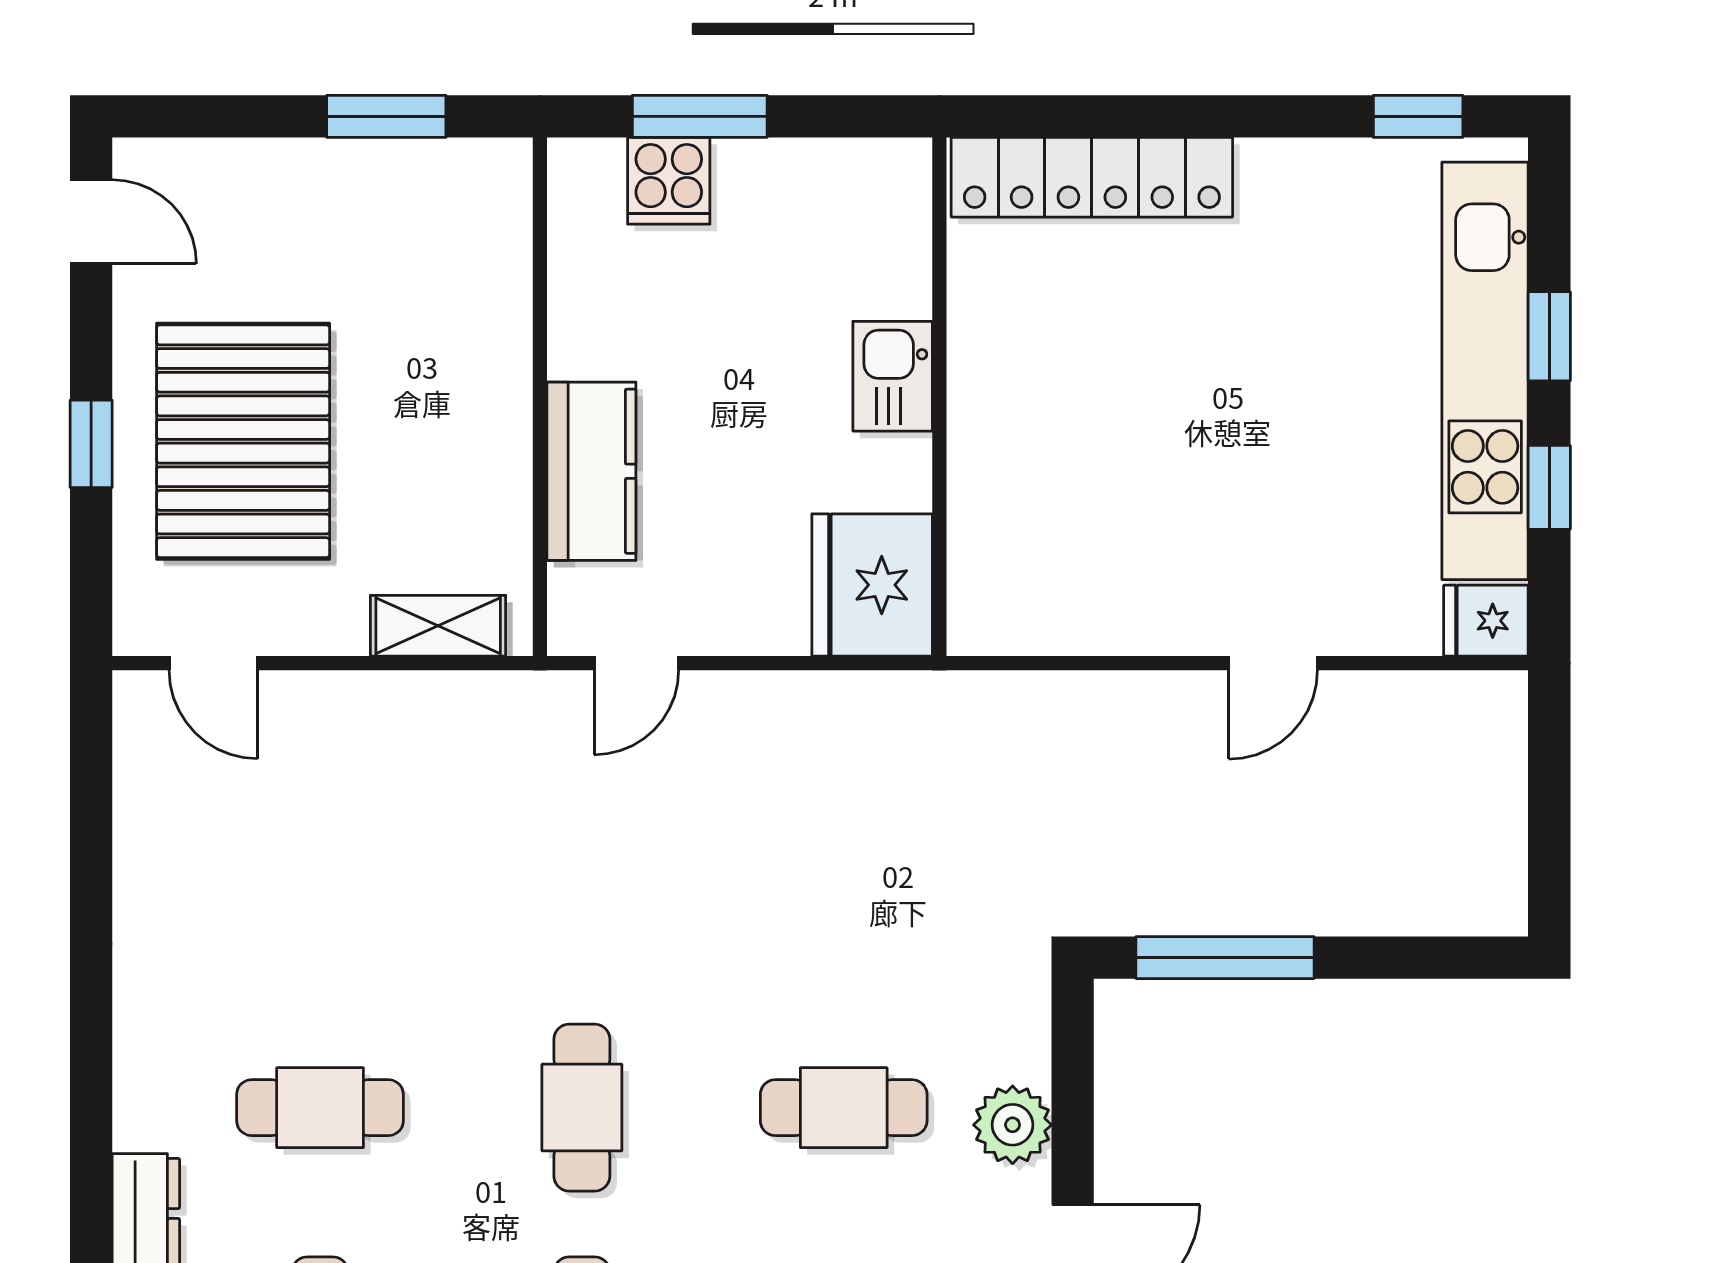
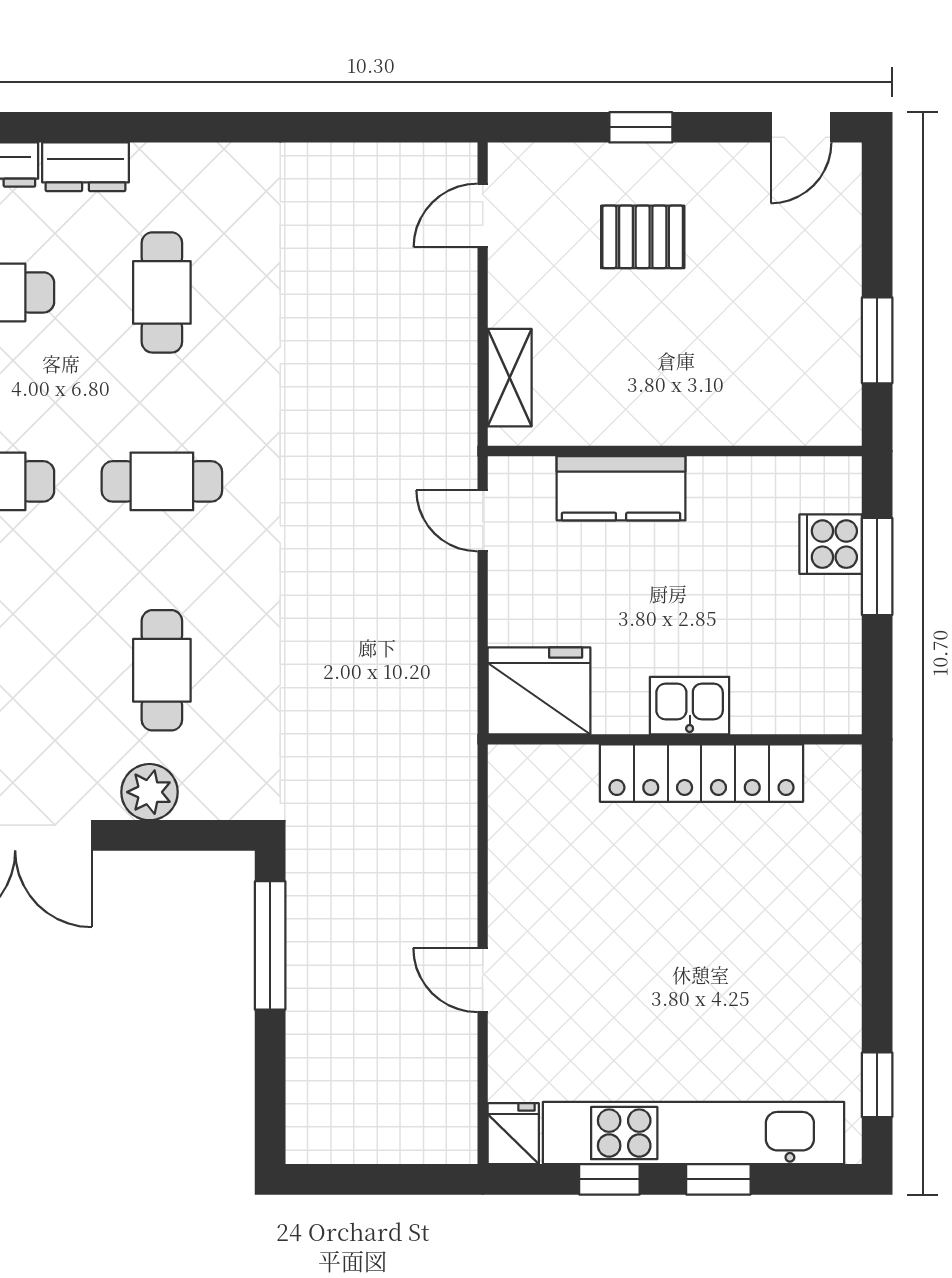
locker: (1092, 177) -> (701, 773), moved, turned -90
pallet: (243, 441) -> (643, 237), width x0.49, depth x0.50

